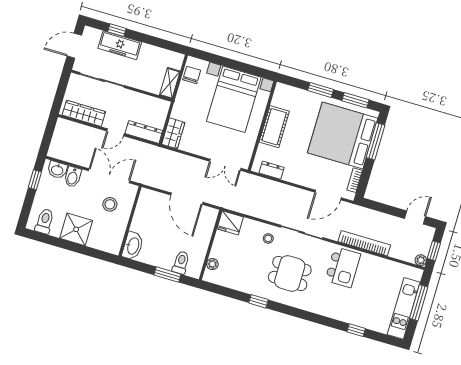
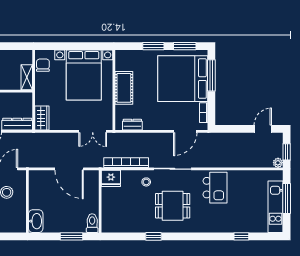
bookcase: (364, 243) -> (126, 163), moved
toilet: (181, 263) -> (92, 223), moved
plant: (212, 264) -> (106, 217), removed

